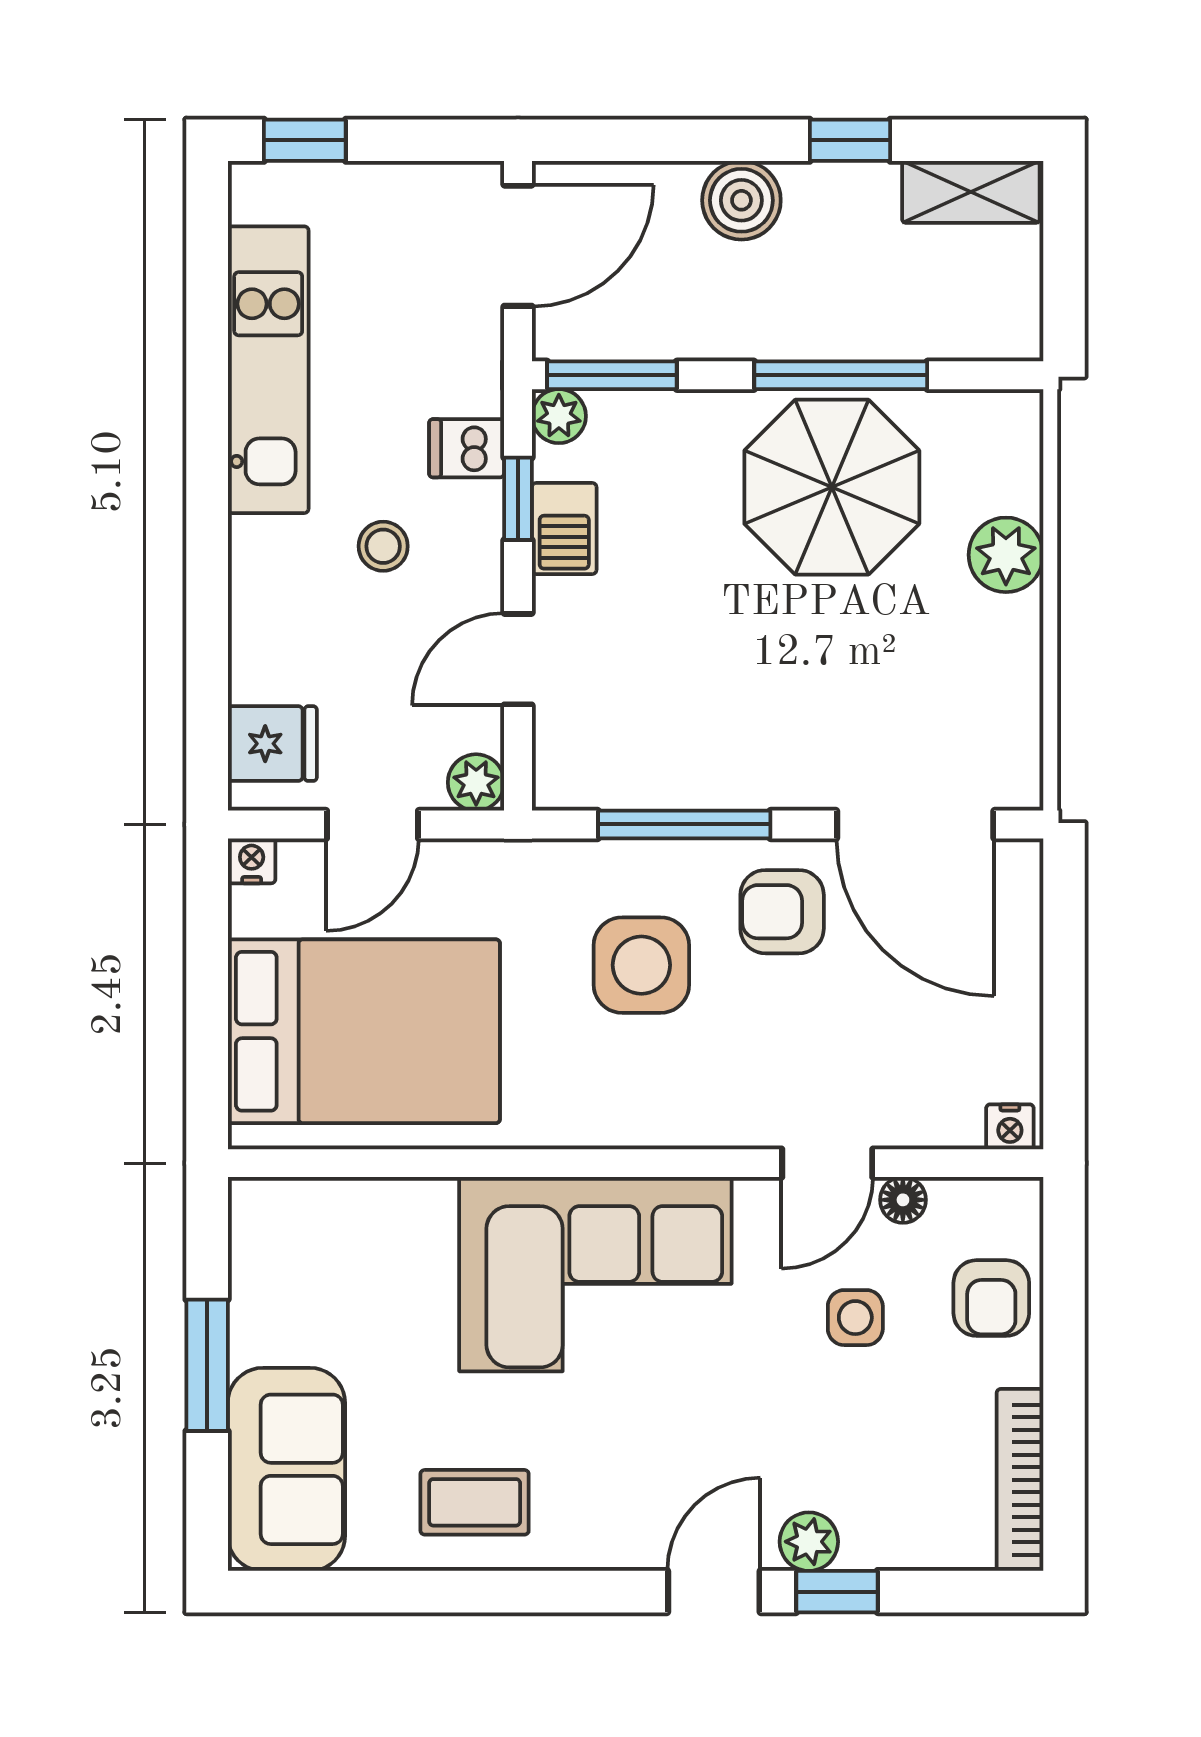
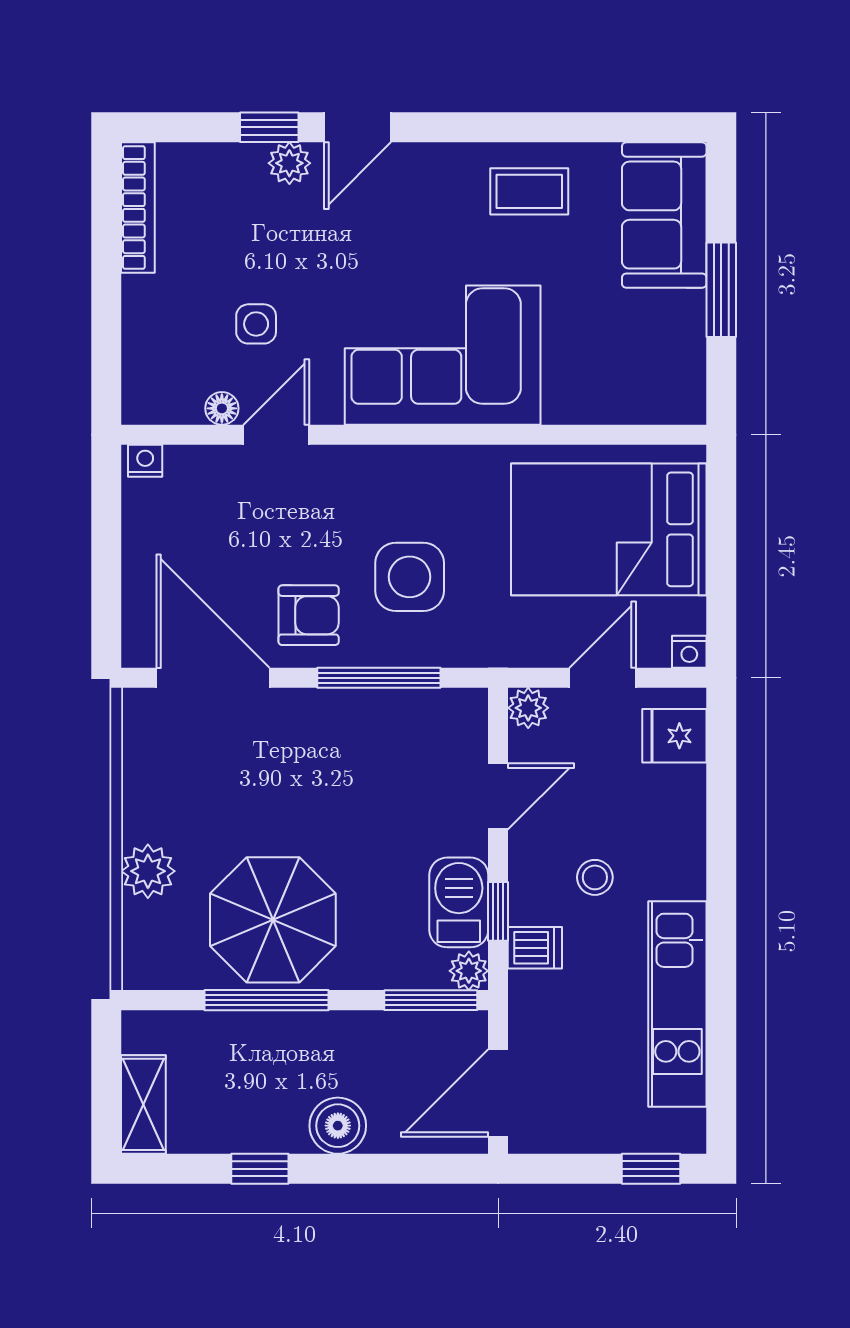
shelving: (971, 192) -> (143, 1104), moved, turned 90
barbecue: (564, 528) -> (459, 902), width x1.38, depth x1.27
armchair: (991, 1298) -> (158, 338), removed

